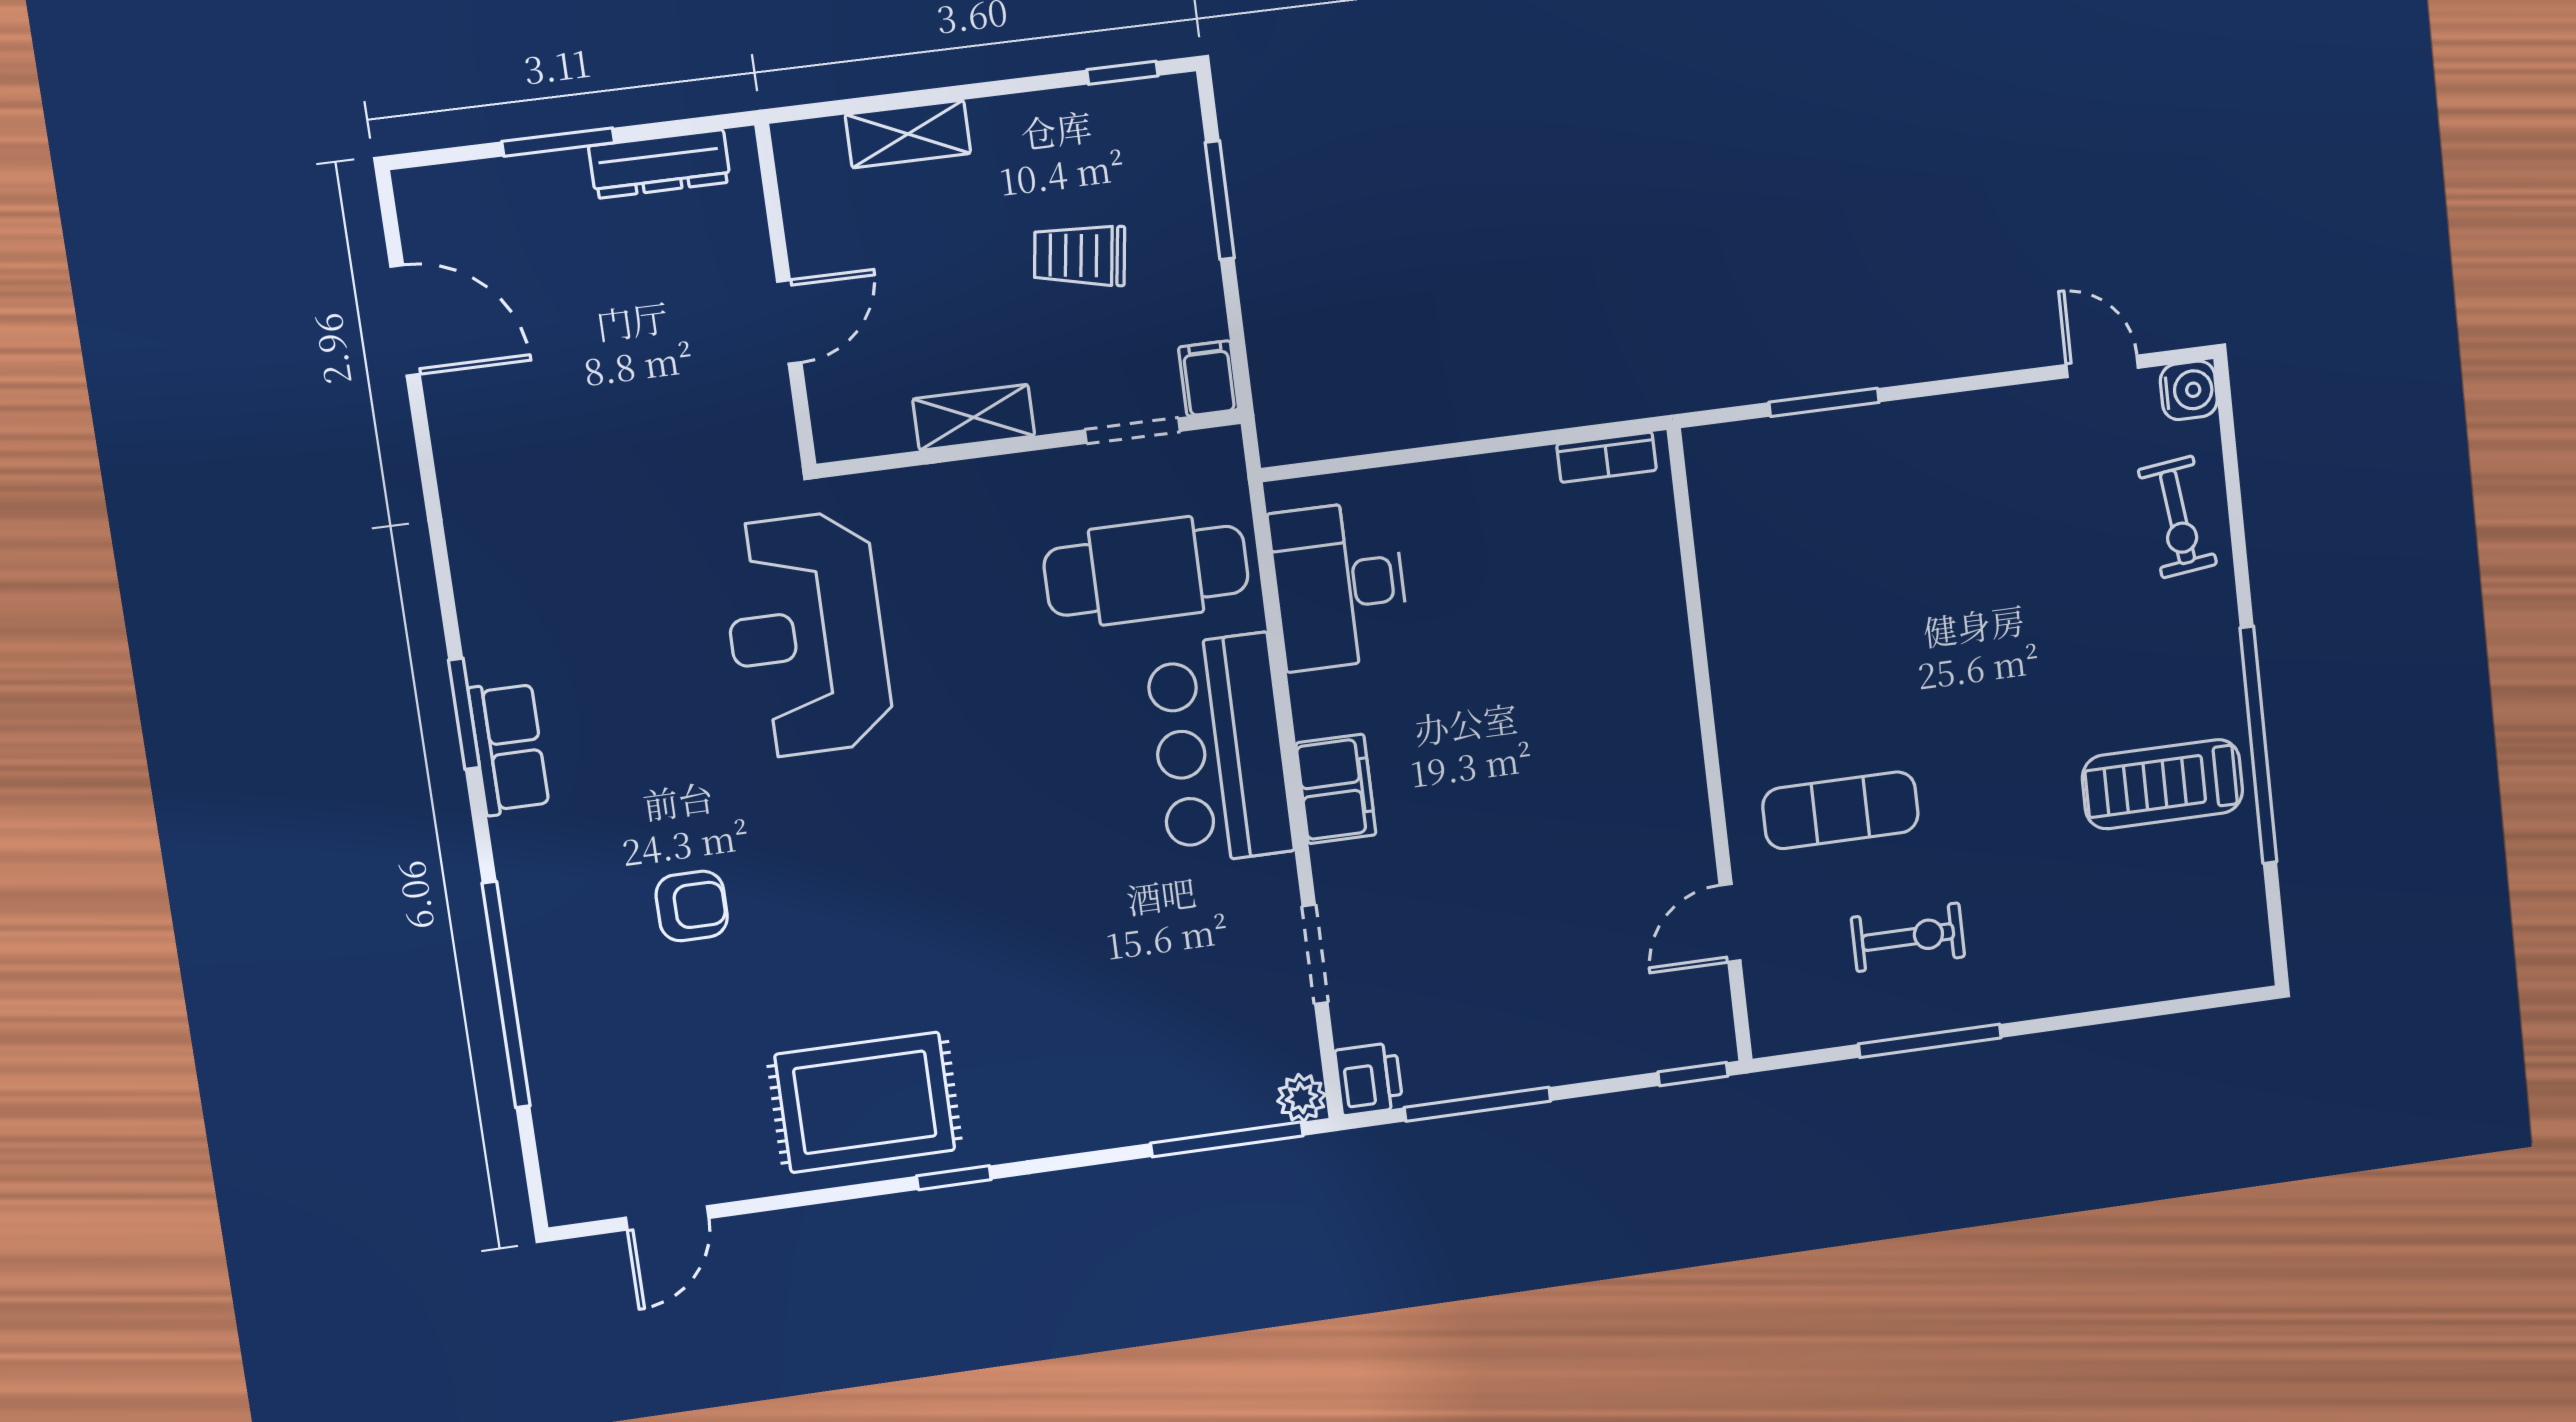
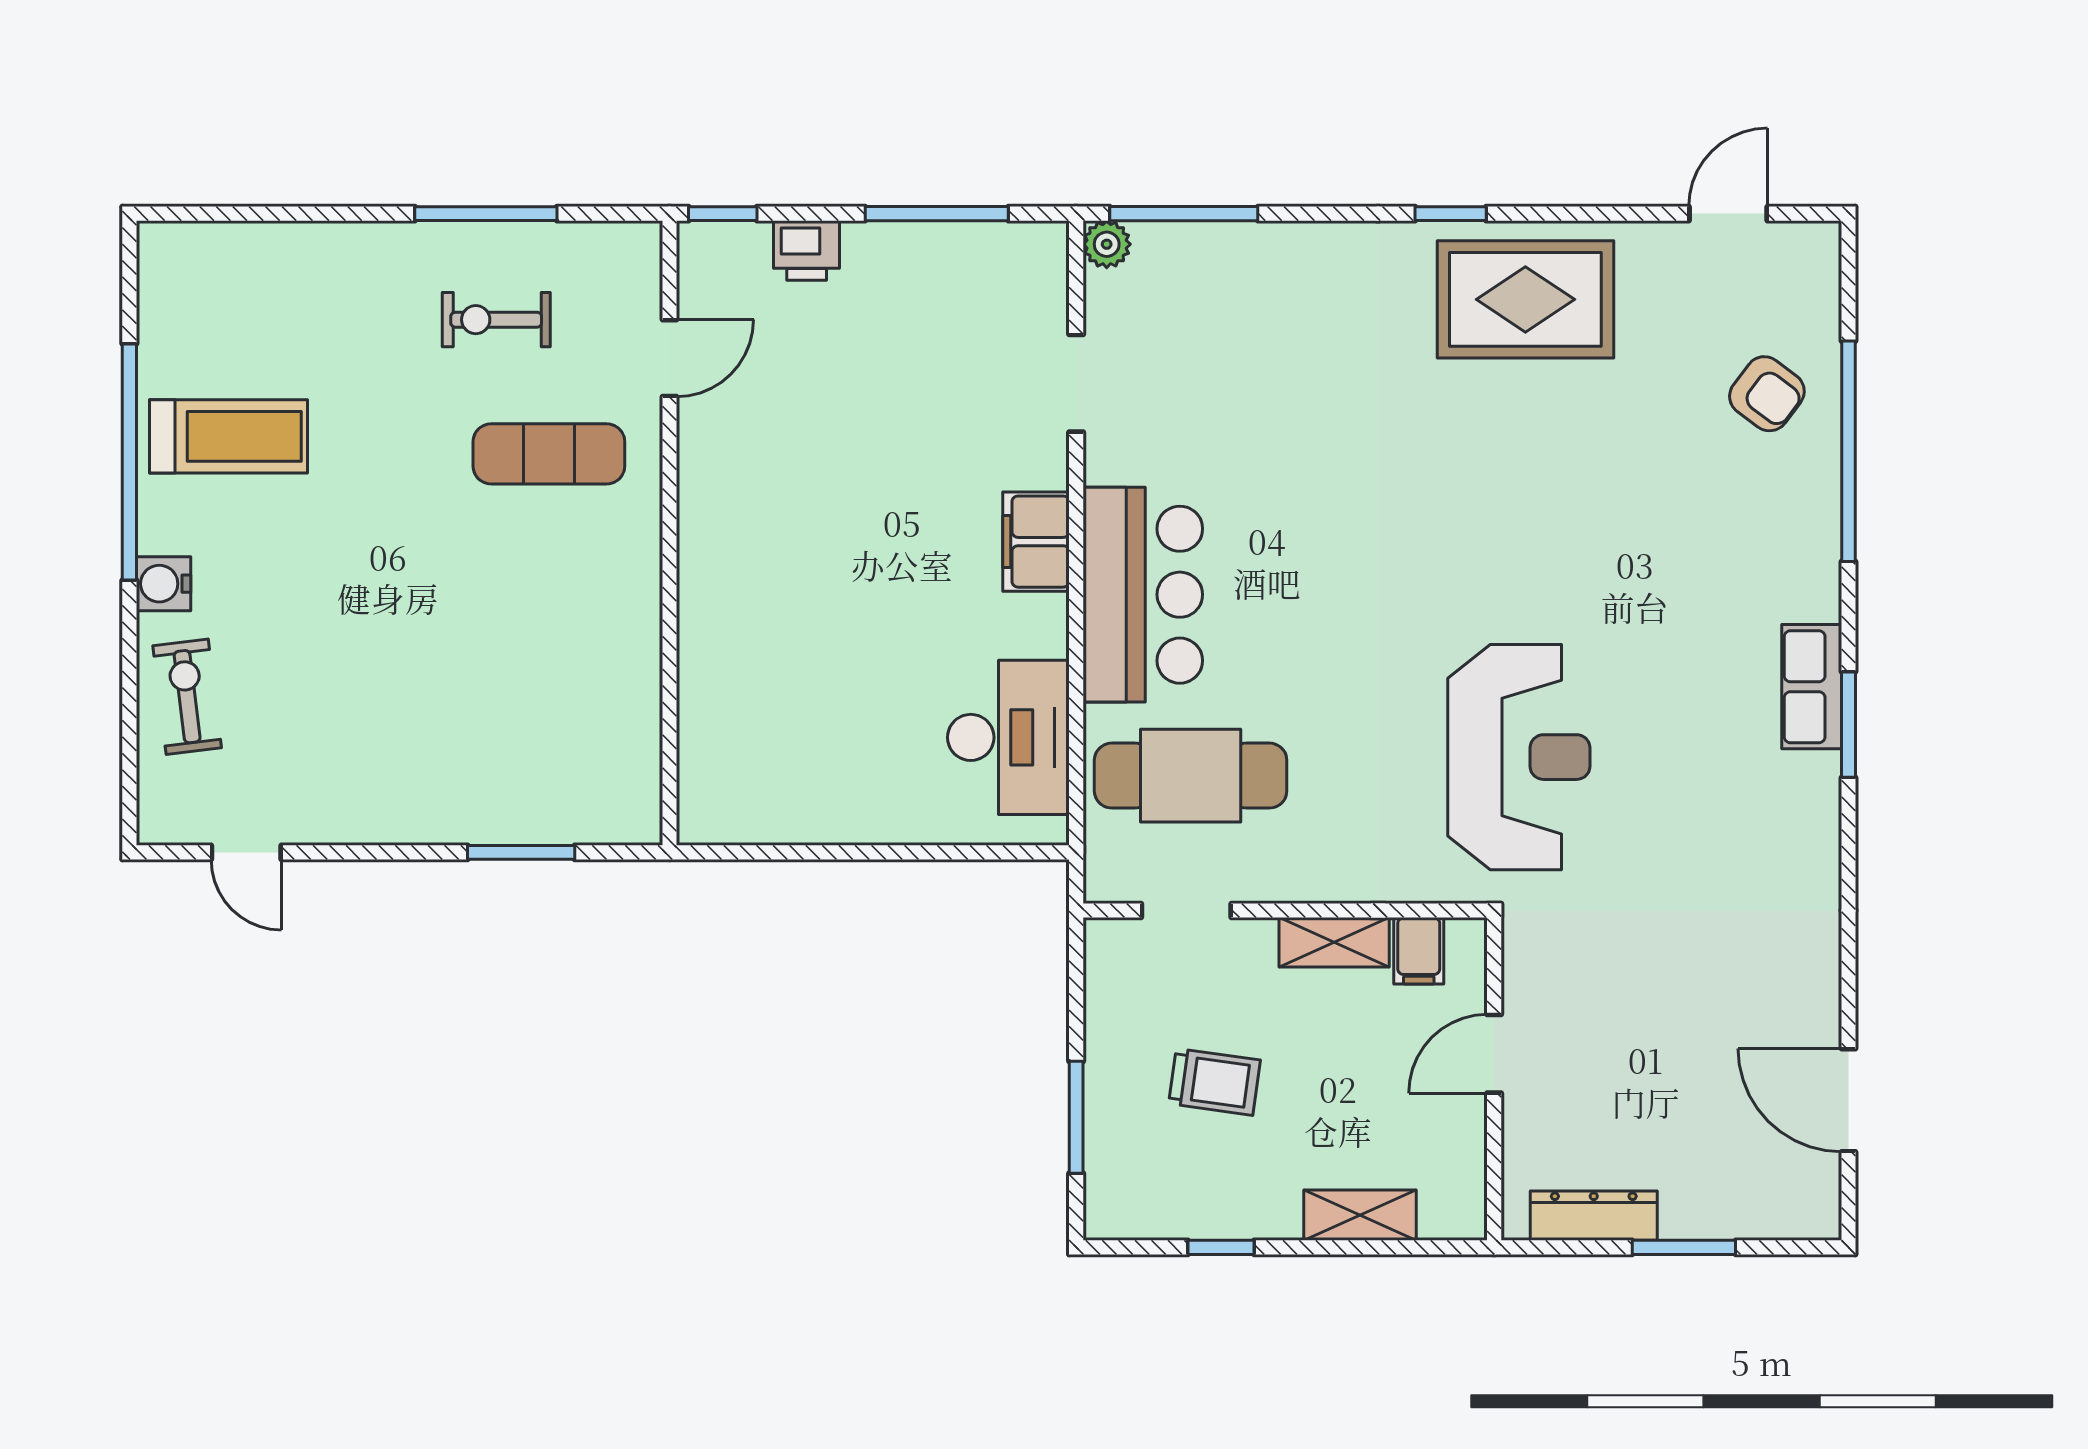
window: (1122, 73) -> (1221, 1247), moved
filing cabinet: (1209, 378) -> (1419, 951), moved
water cooler: (2189, 390) -> (164, 584), moved
bookcase: (1607, 457) -> (737, 827), removed
armchair: (692, 906) -> (1767, 394), moved, turned -143
printer: (1369, 1079) -> (807, 251), moved, turned -90

